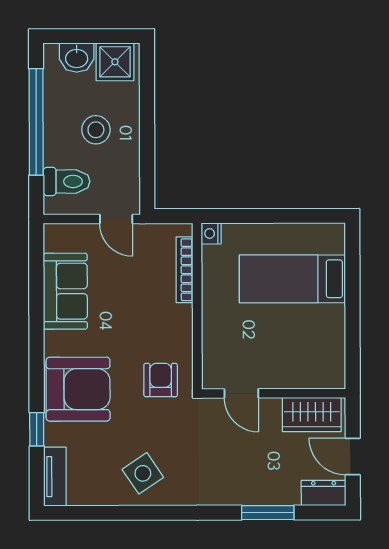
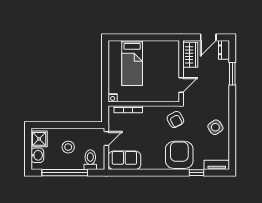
sofa: (65, 291) -> (124, 160), moved
armchair: (161, 380) -> (175, 120), turned -118

